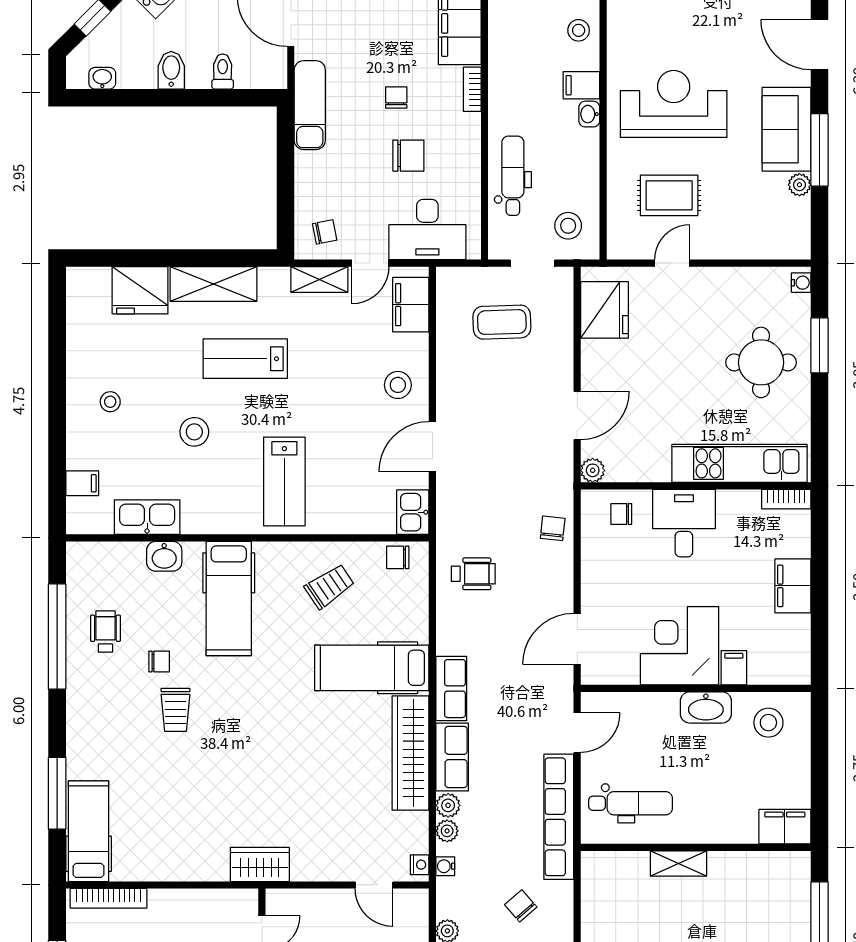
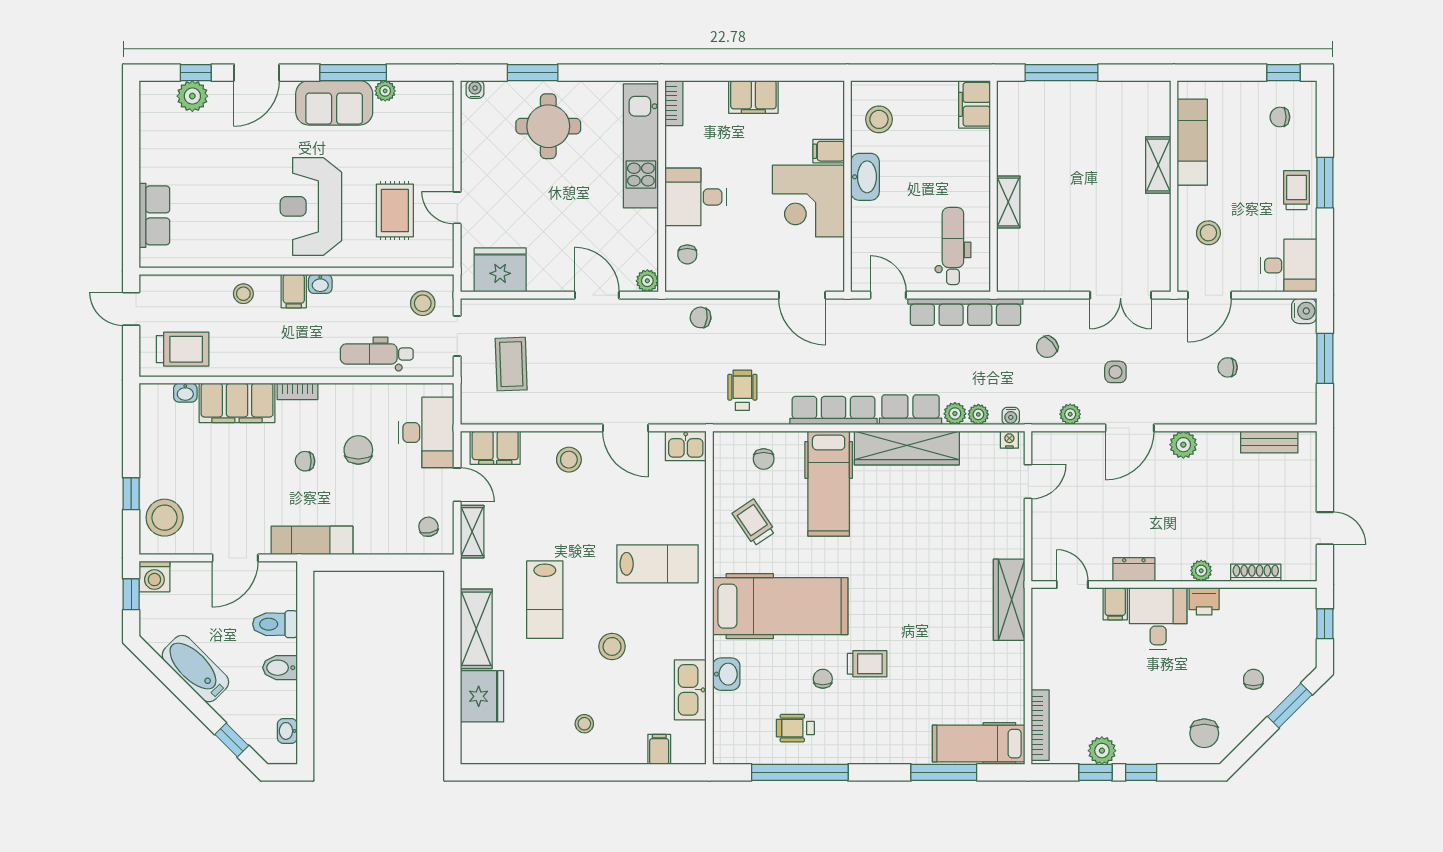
toilet: (223, 72) -> (275, 624), width x1.37, depth x1.39
chair: (398, 557) -> (764, 459), moved
hospital bed: (229, 599) -> (780, 606), width x1.37, depth x1.29
row of seats: (451, 689) -> (834, 411), width x1.48
wardrobe: (260, 864) -> (1009, 600), width x1.50

